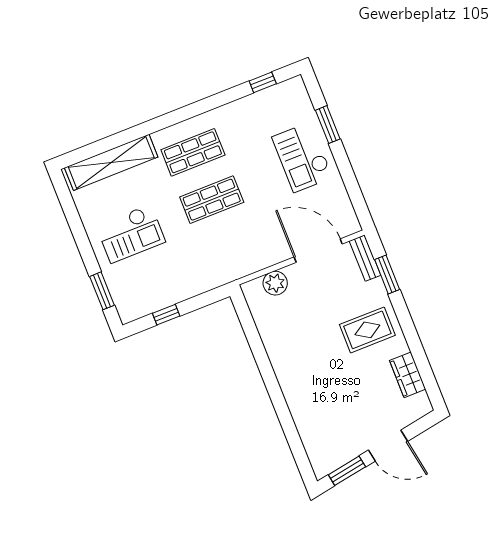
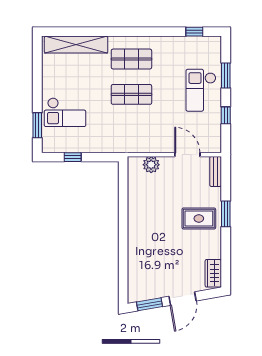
window: (349, 178) -> (226, 115), added
checkout: (131, 234) -> (65, 112), moved
door: (318, 251) -> (187, 155), width x0.73
window: (387, 274) -> (226, 214), moved
wardrobe: (408, 375) -> (213, 273), moved
door: (388, 446) -> (182, 299), hinge flipped

